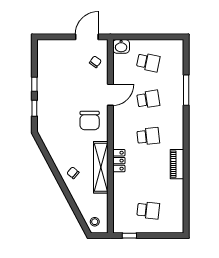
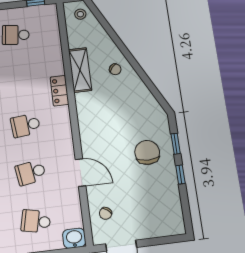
door: (110, 95) -> (81, 173), swing flipped
chair: (90, 120) -> (147, 152), moved
shelving: (101, 167) -> (80, 70), width x0.68

